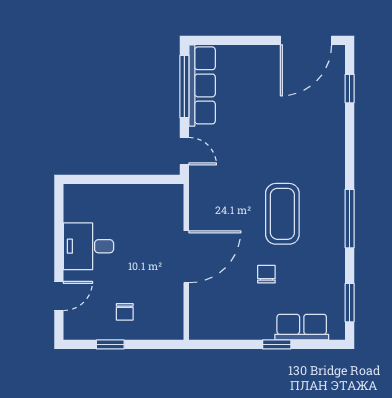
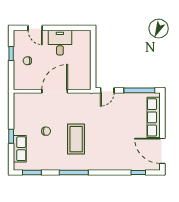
row of seats: (202, 85) -> (154, 117), moved, turned 90
coffee table: (282, 214) -> (76, 139), turned 90
door: (186, 257) -> (55, 91), swing flipped

